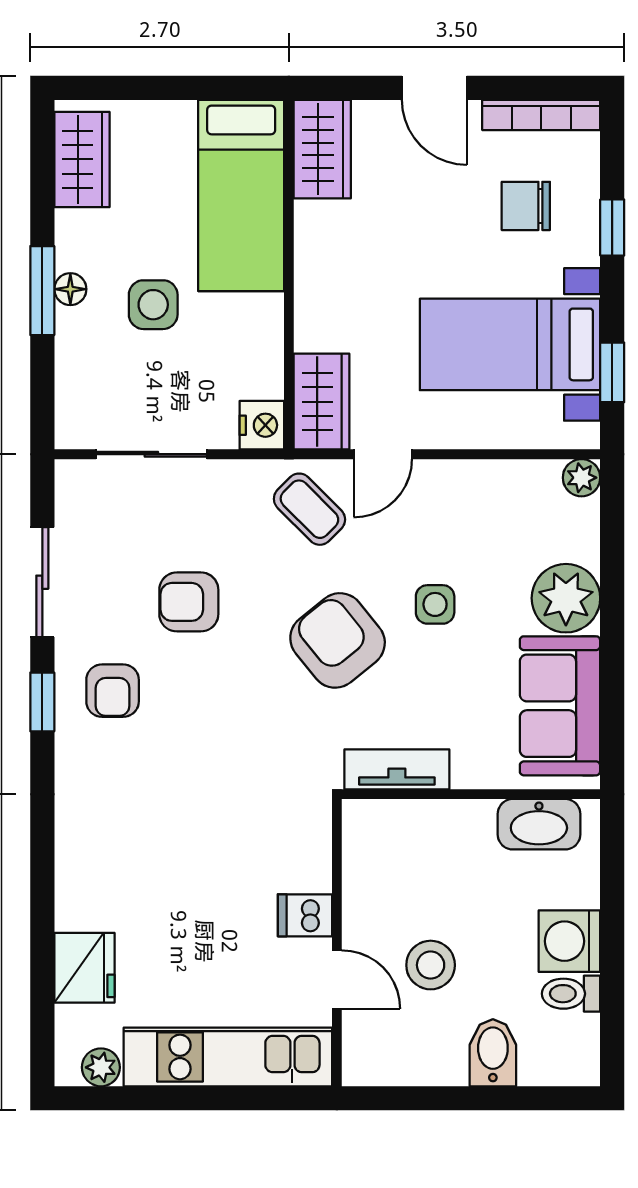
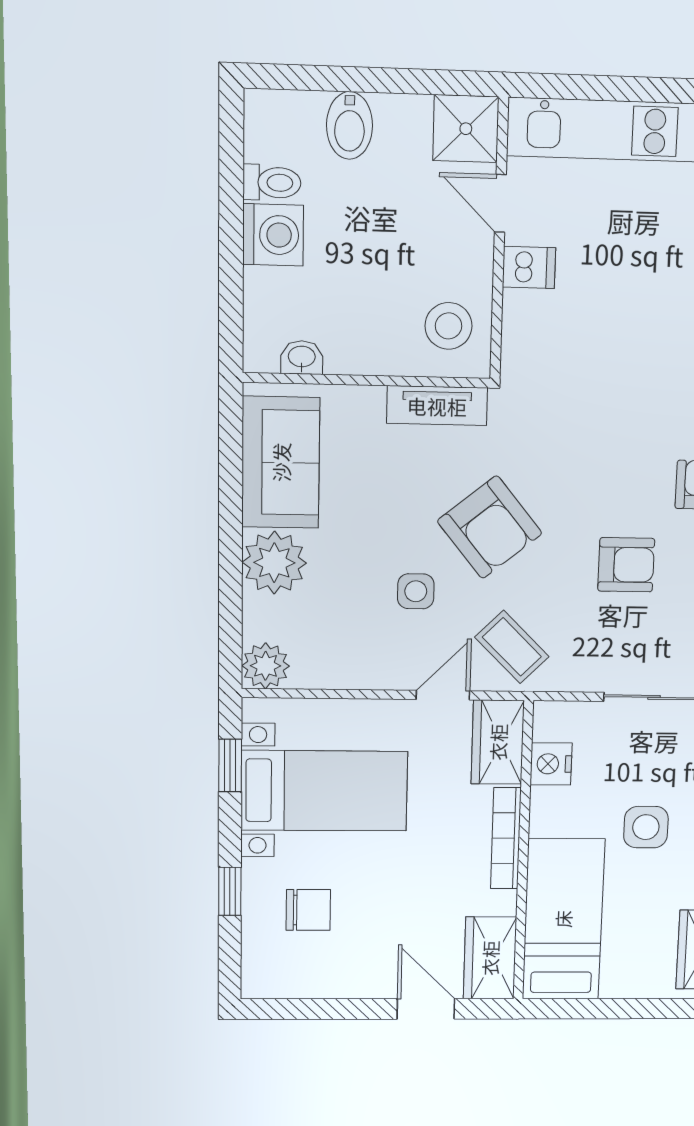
door: (434, 88) -> (426, 1009), moved
bookcase: (541, 115) -> (506, 838), moved, turned -90
nightstand: (262, 425) -> (551, 764), moved
plant: (582, 478) -> (266, 666), width x1.38, depth x1.38
side table: (435, 604) -> (416, 591), moved
washbasin: (539, 824) -> (302, 357), width x0.52, depth x0.69
stool: (431, 965) -> (448, 326), moved
shower: (375, 1053) -> (466, 129), added

